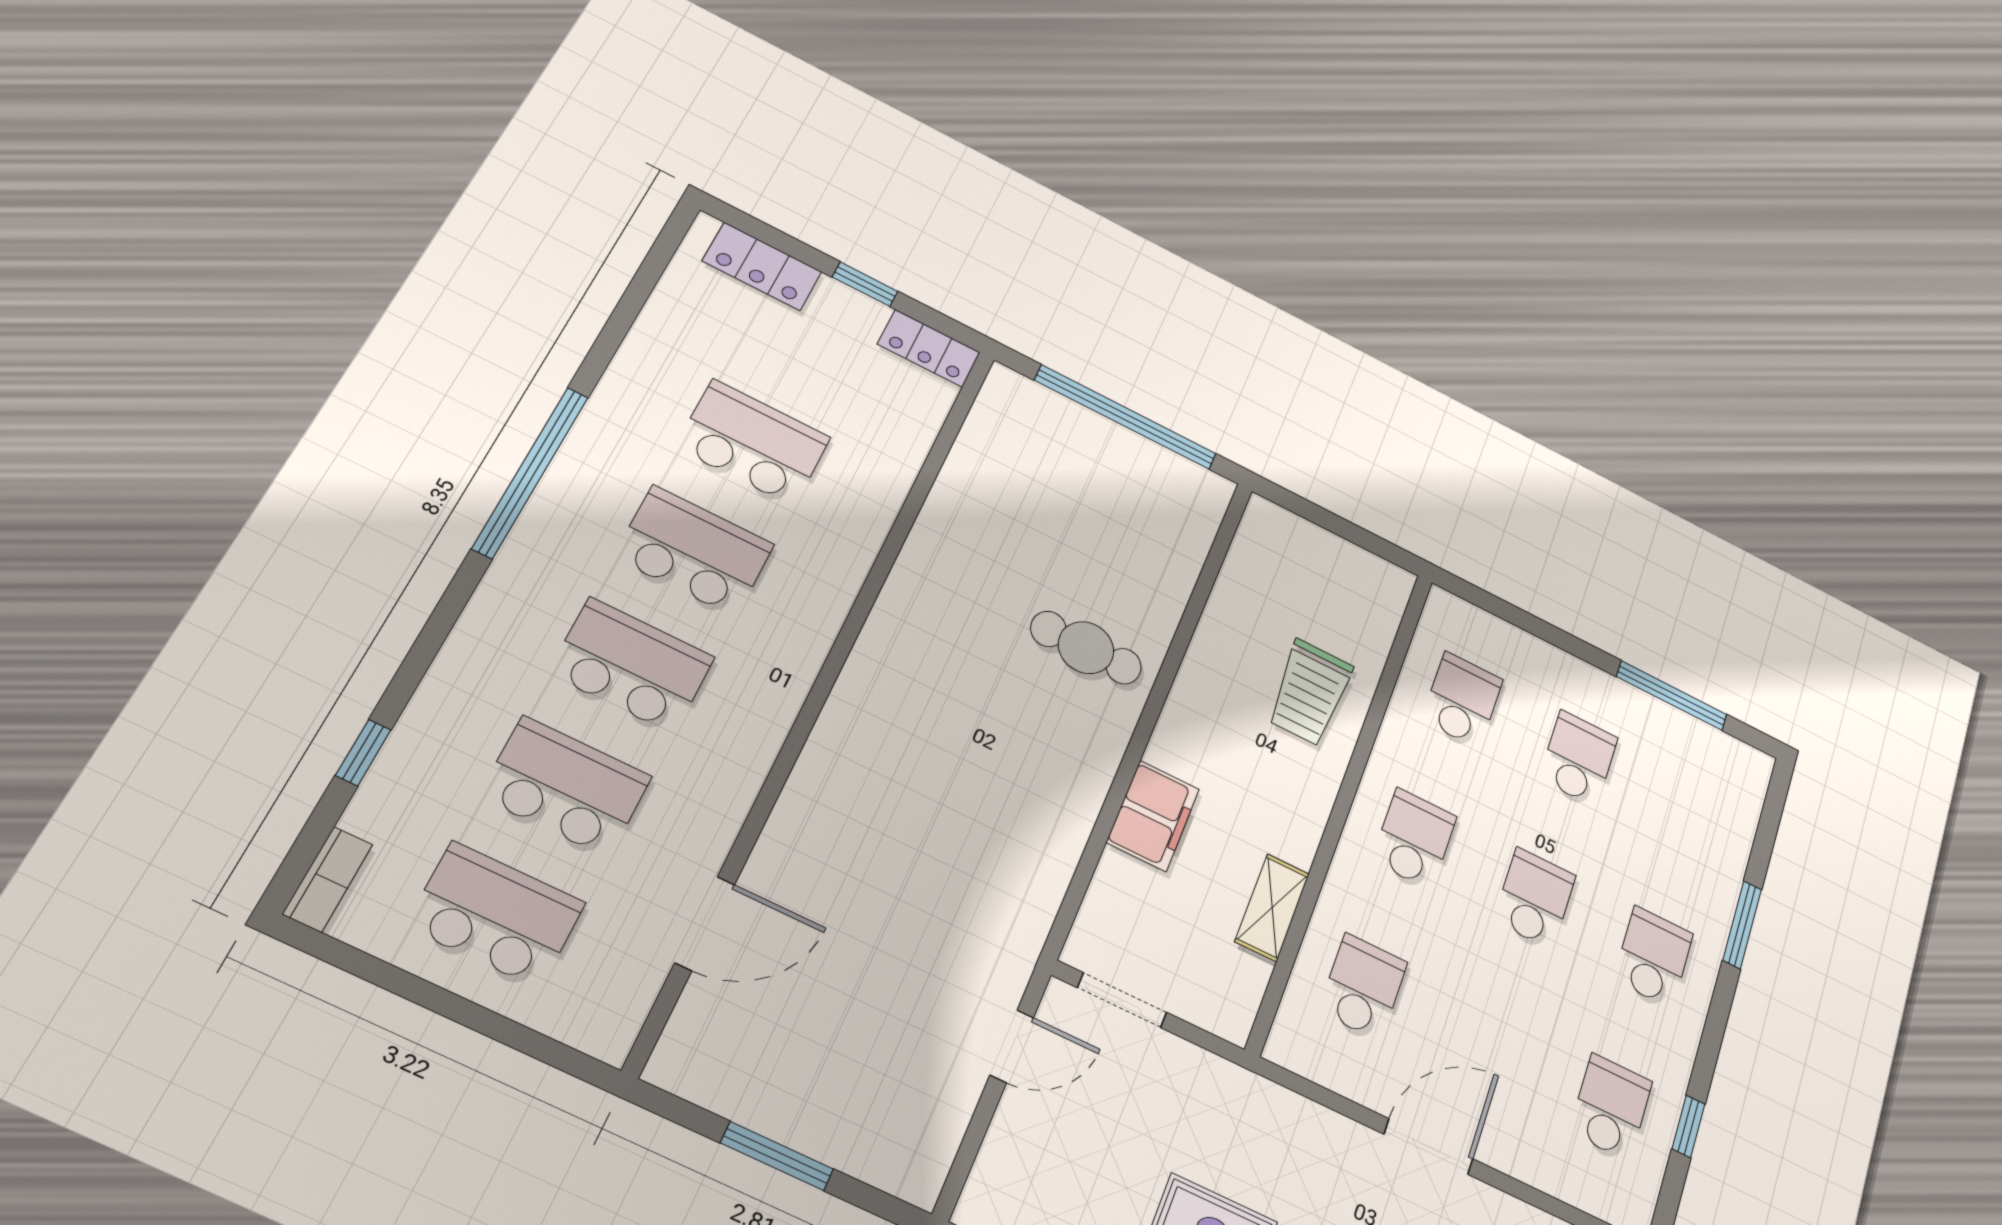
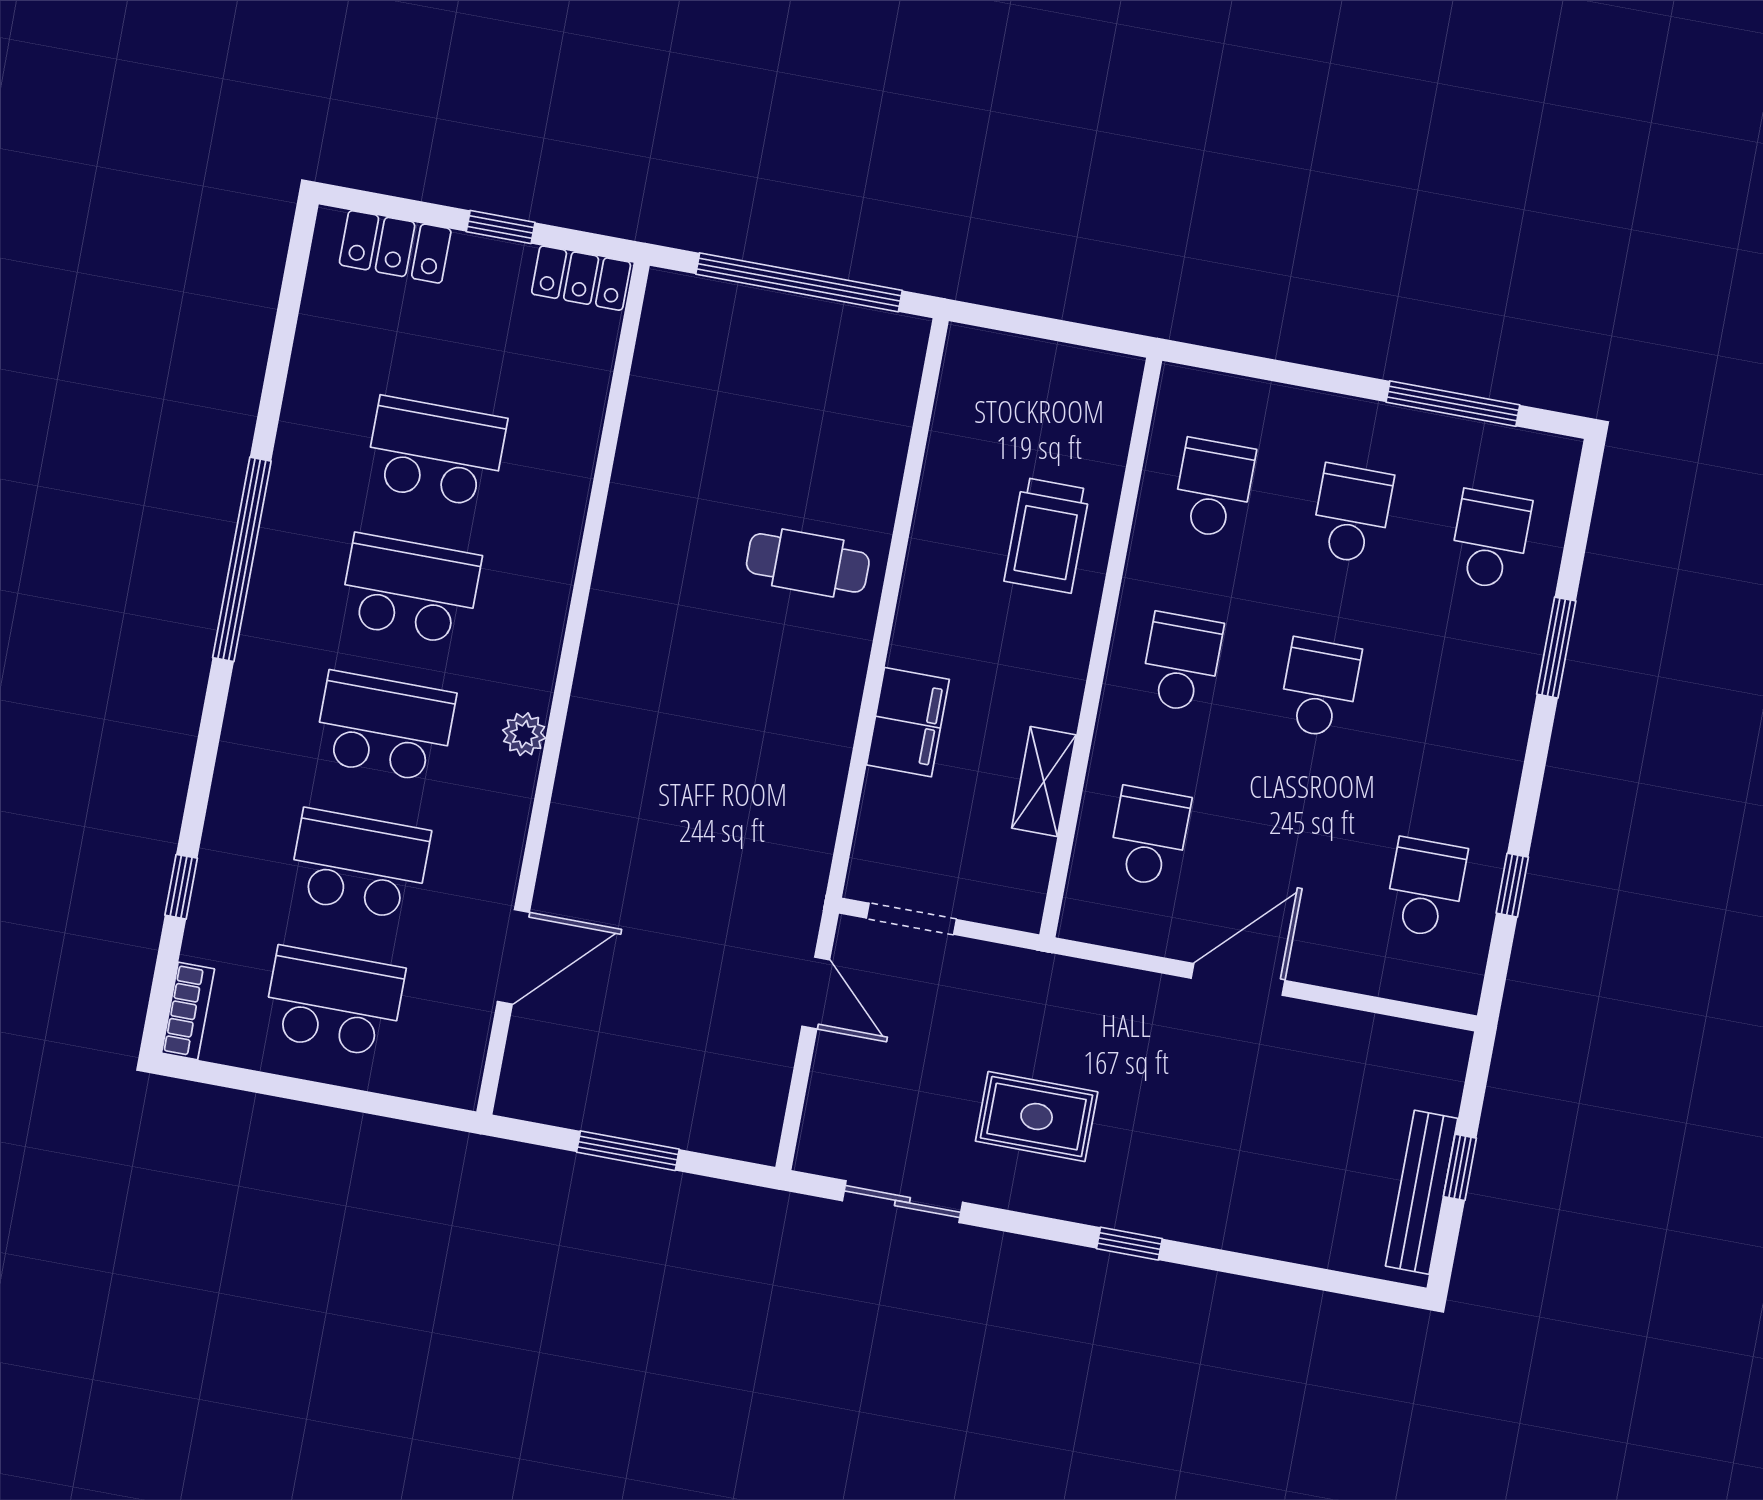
plant: (773, 715) -> (524, 734), added
school desk: (1653, 957) -> (1490, 540), moved
door: (1012, 1046) -> (816, 993), hinge flipped

